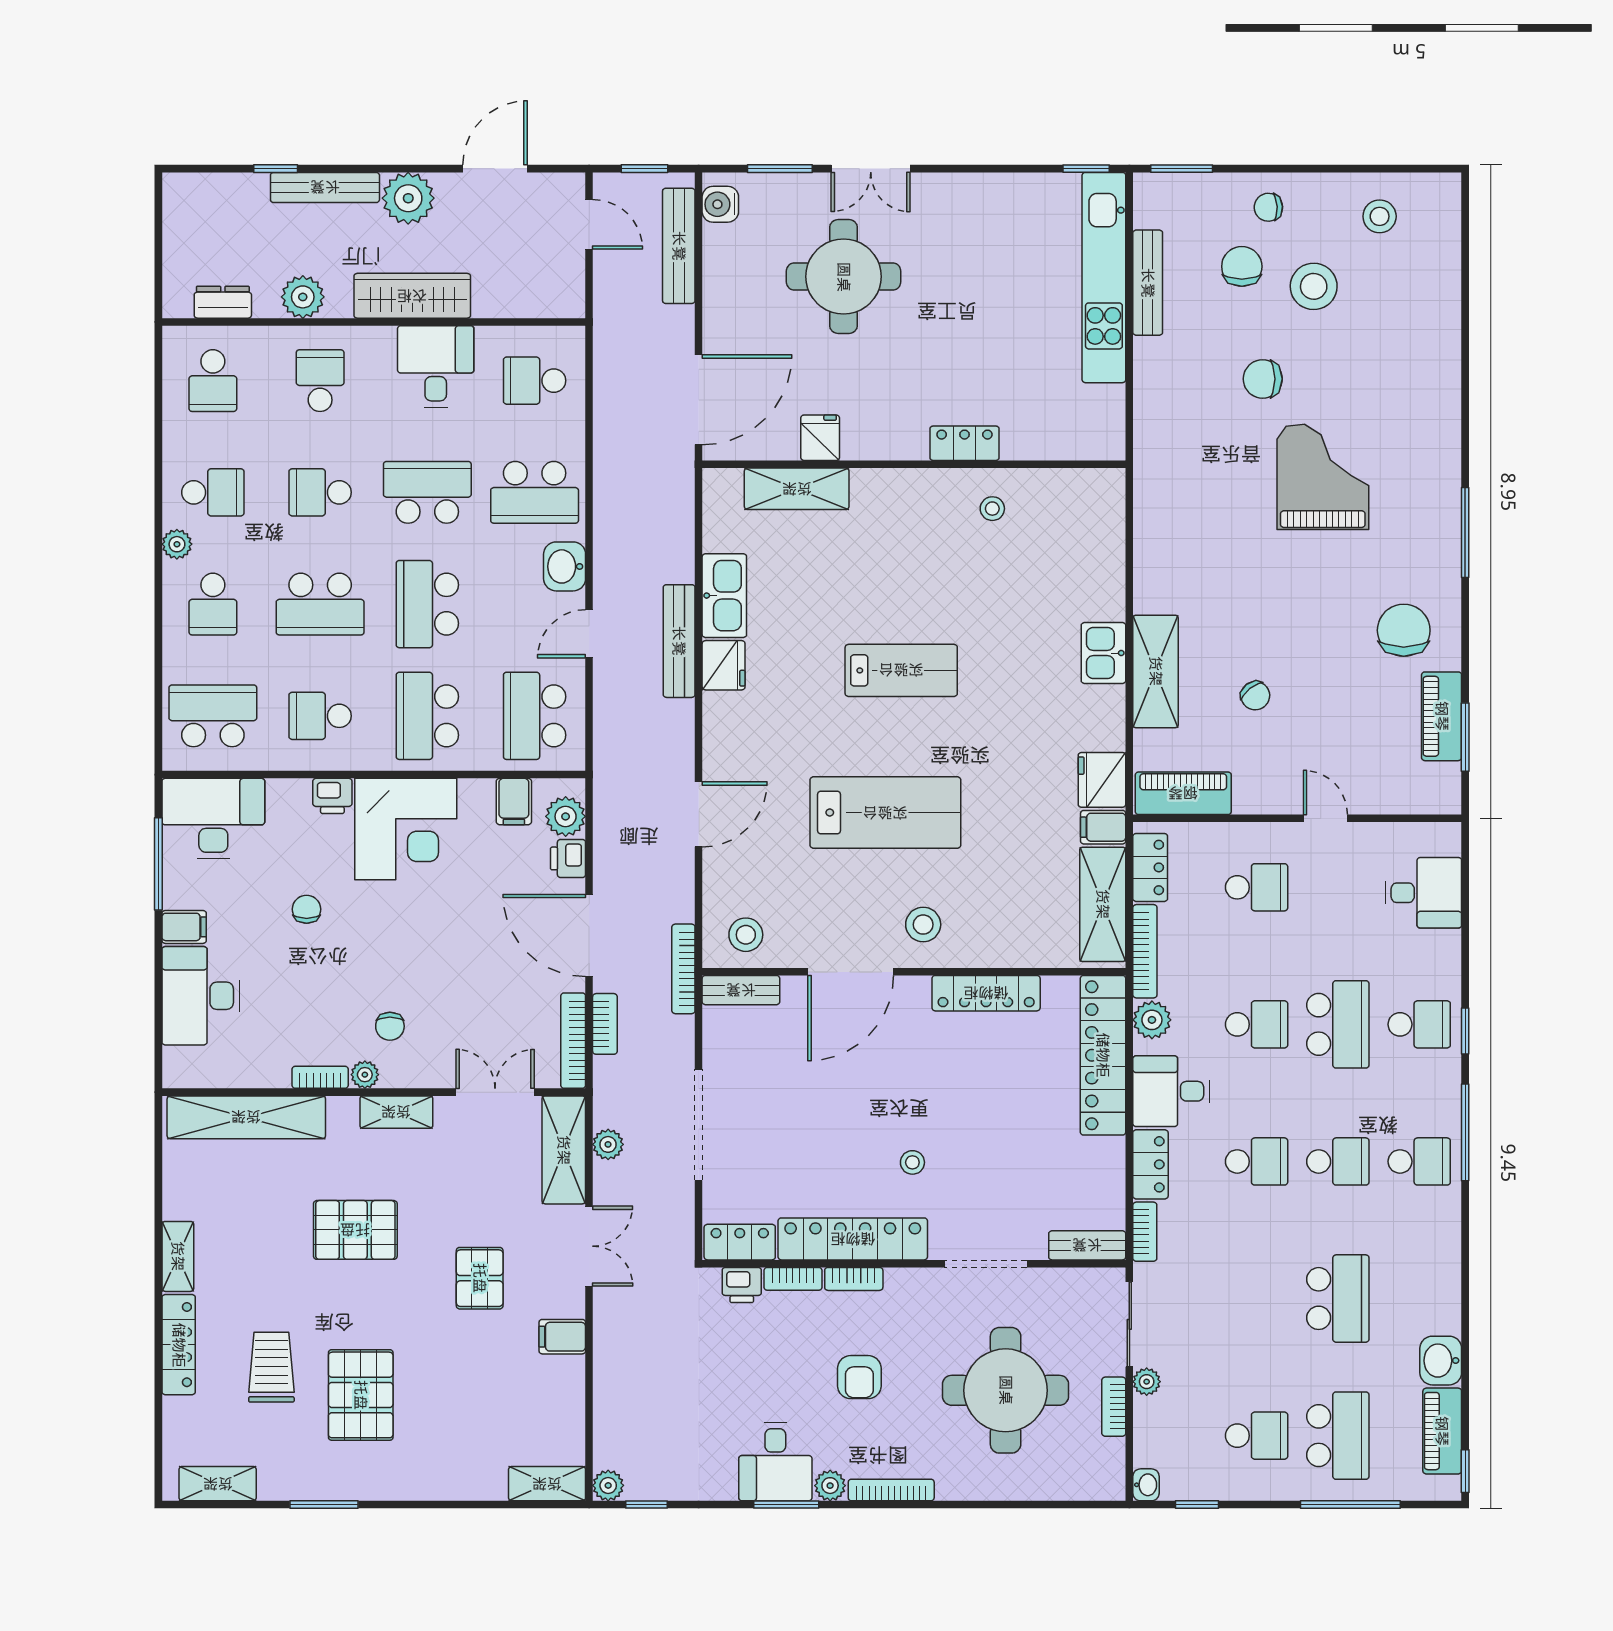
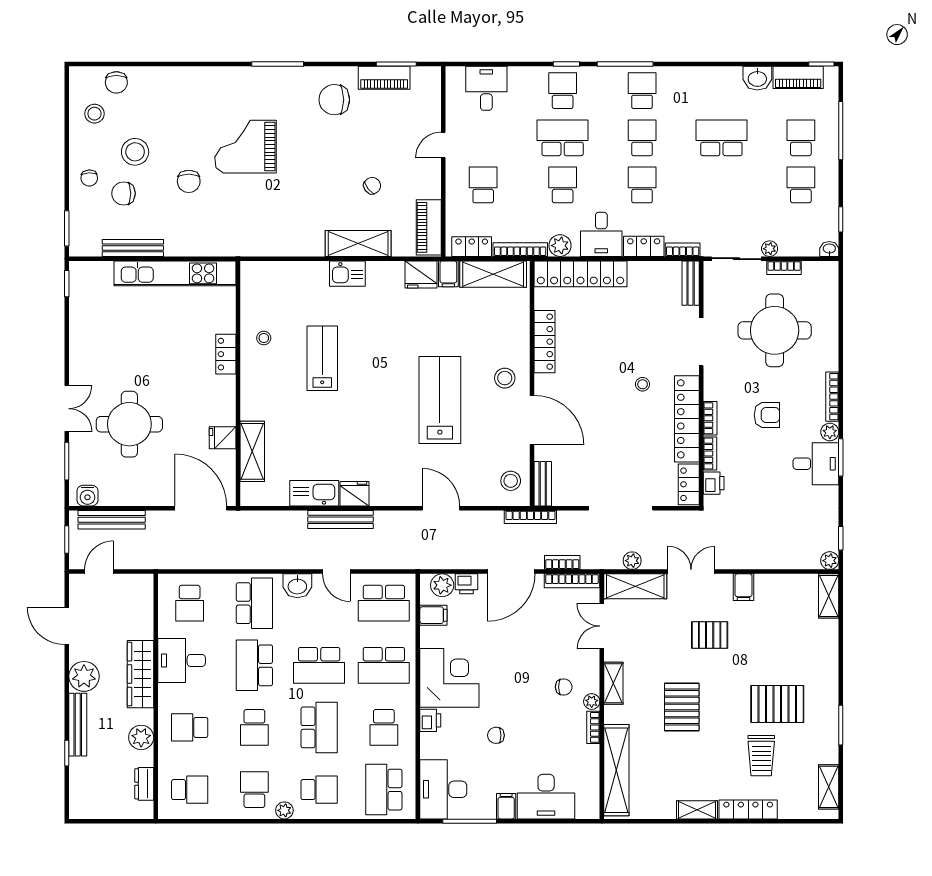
chair: (1433, 254) -> (116, 82), added
kitchen unit: (1104, 278) -> (175, 273), moved
lab bench: (901, 670) -> (322, 358), moved
trolley: (271, 1367) -> (761, 756), turned -90
school desk: (1338, 1436) -> (801, 138), width x0.54

